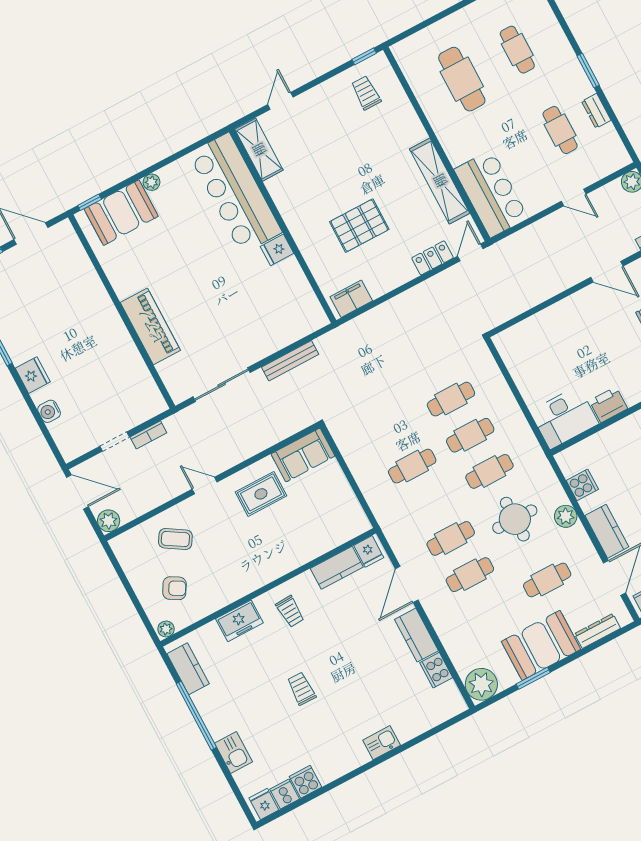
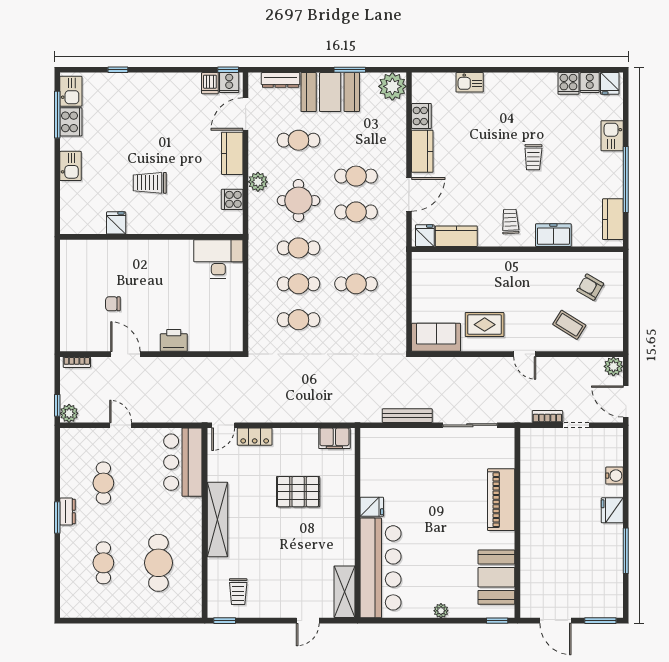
dresser: (596, 111) -> (67, 511), moved
shelving: (440, 181) -> (218, 520), moved
booth: (121, 213) -> (496, 577), moved, turned 90
printer: (608, 405) -> (174, 340), moved, turned 180
plant: (166, 629) -> (614, 259), removed
kitchen sink: (382, 743) -> (470, 82), moved

